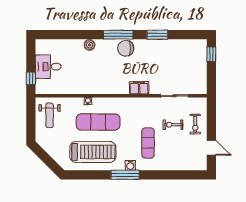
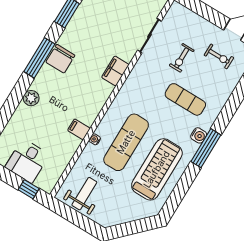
filing cabinet: (88, 87) -> (79, 129), added
weight bench: (50, 115) -> (84, 194), turned -90
exercise bike: (195, 124) -> (219, 56), moved

